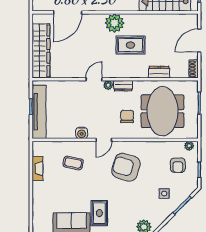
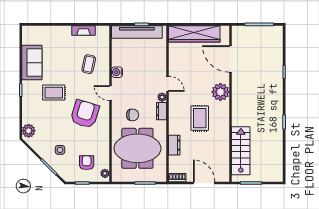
plant: (114, 23) -> (220, 92), moved
armchair: (178, 165) -> (87, 163), turned 90
rug: (99, 213) -> (54, 93), moved

